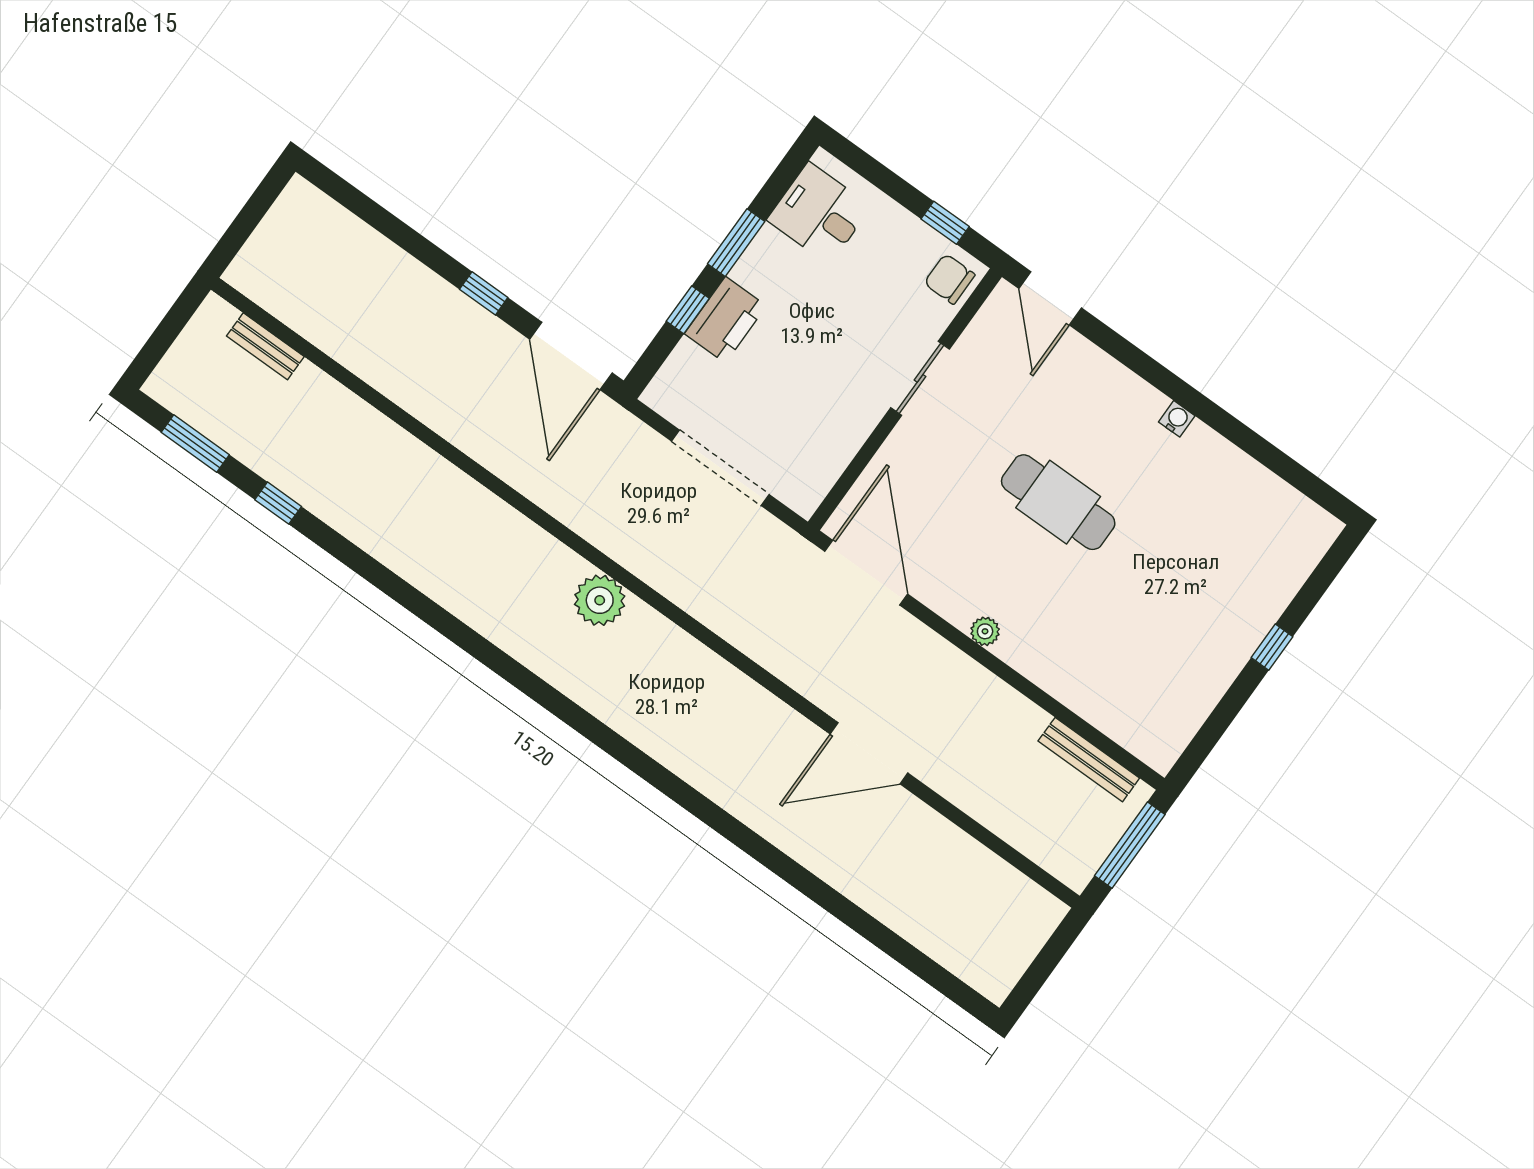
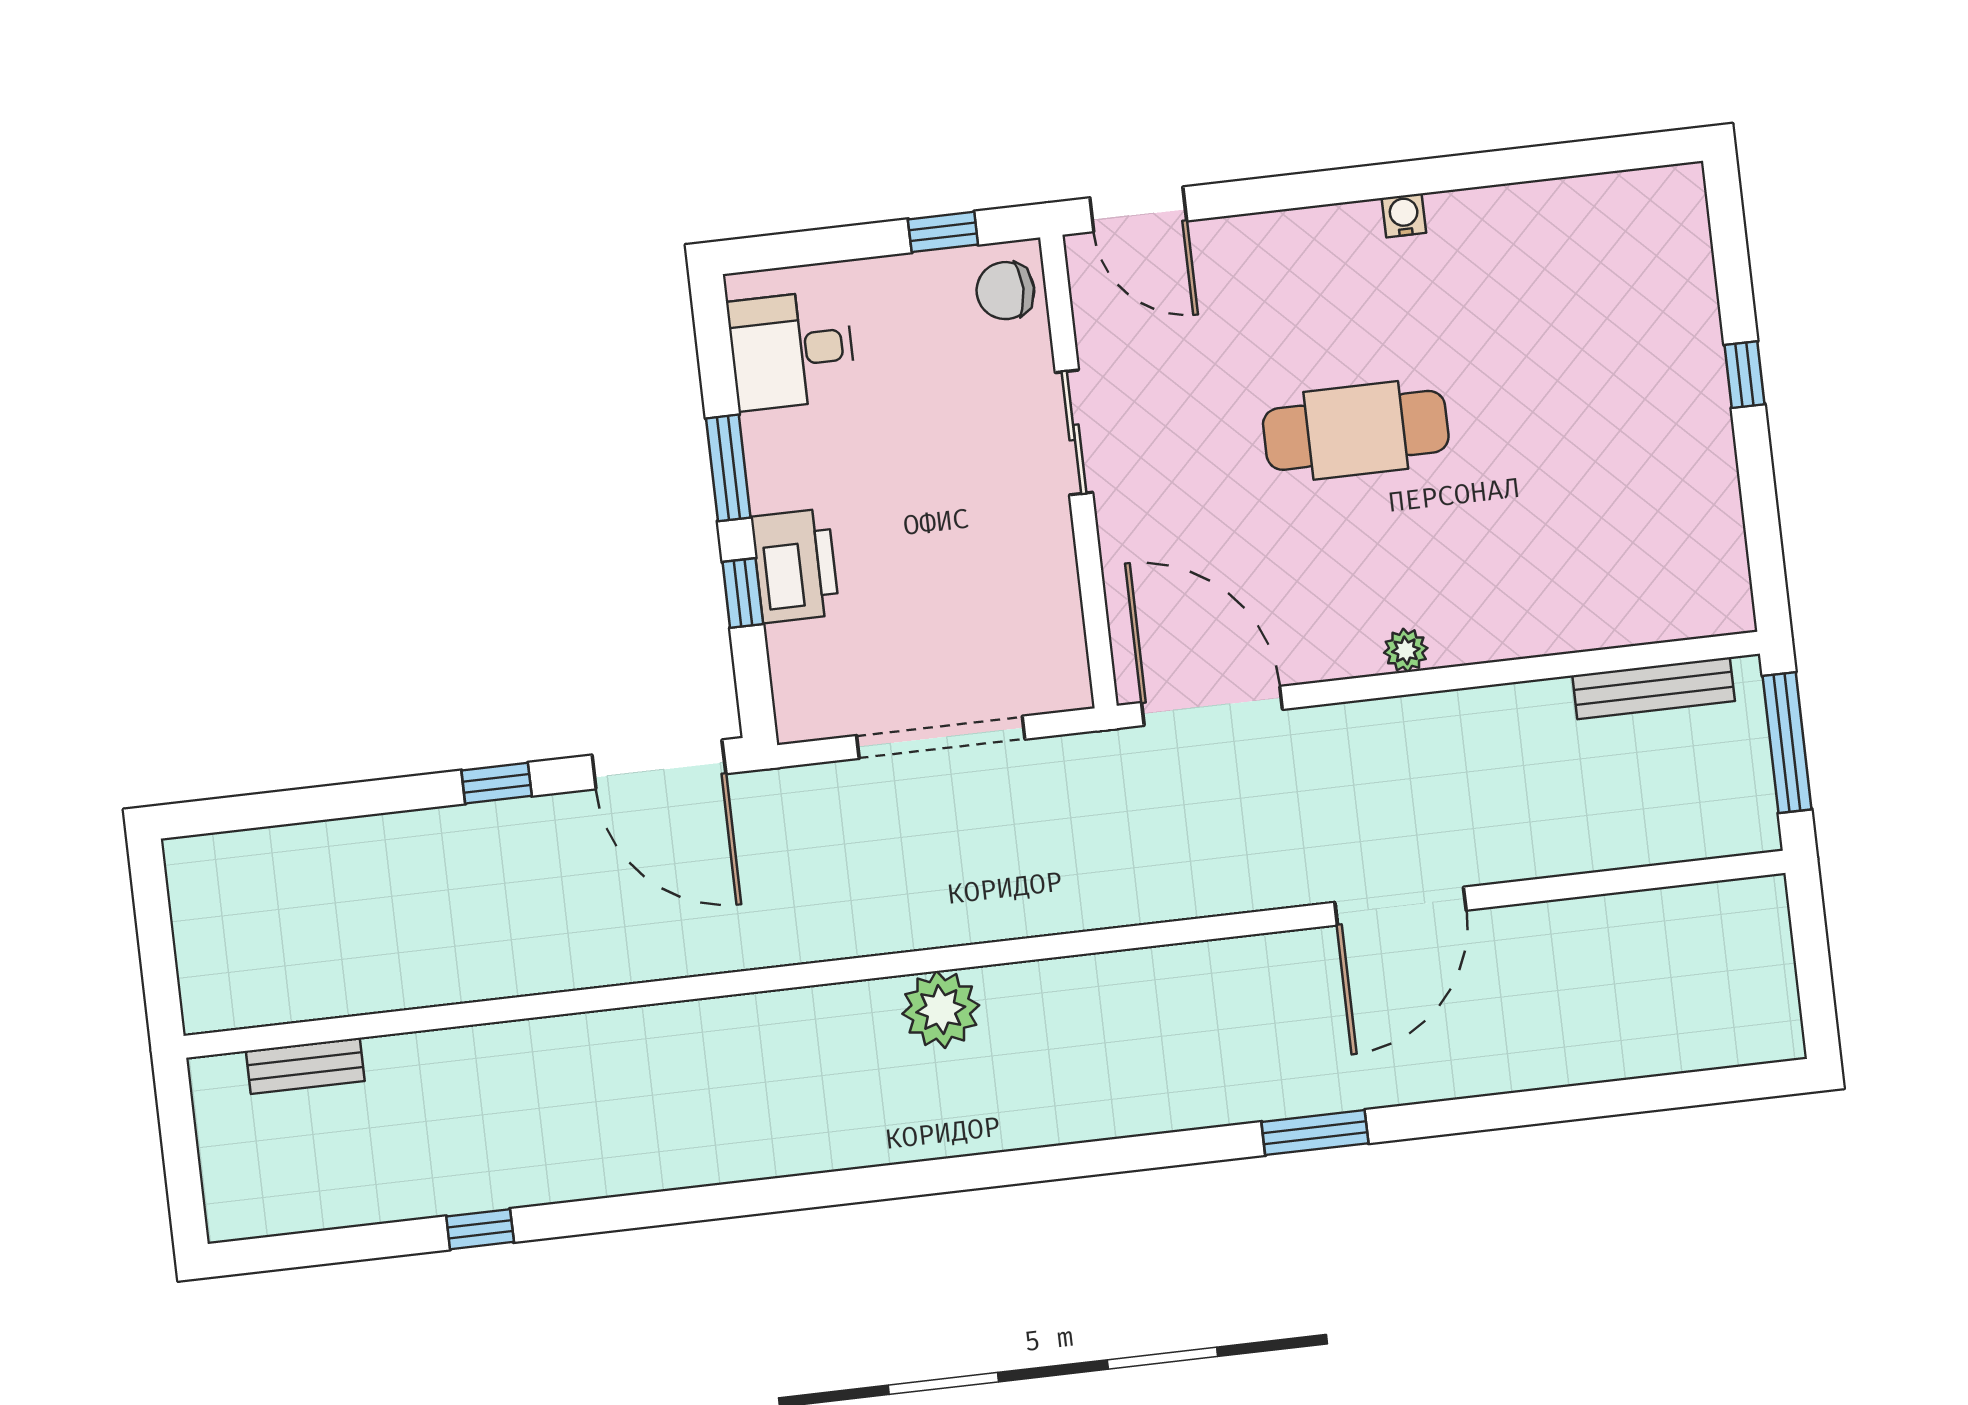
window: (195, 443) -> (1315, 1133), moved

